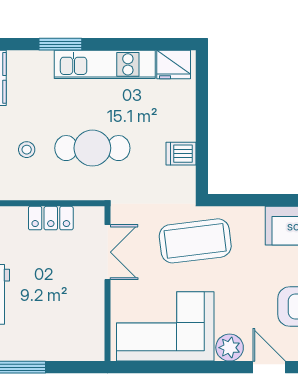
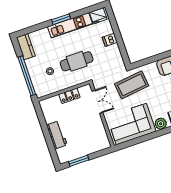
window: (60, 44) -> (61, 19), moved
dishwasher: (181, 154) -> (110, 40), moved

